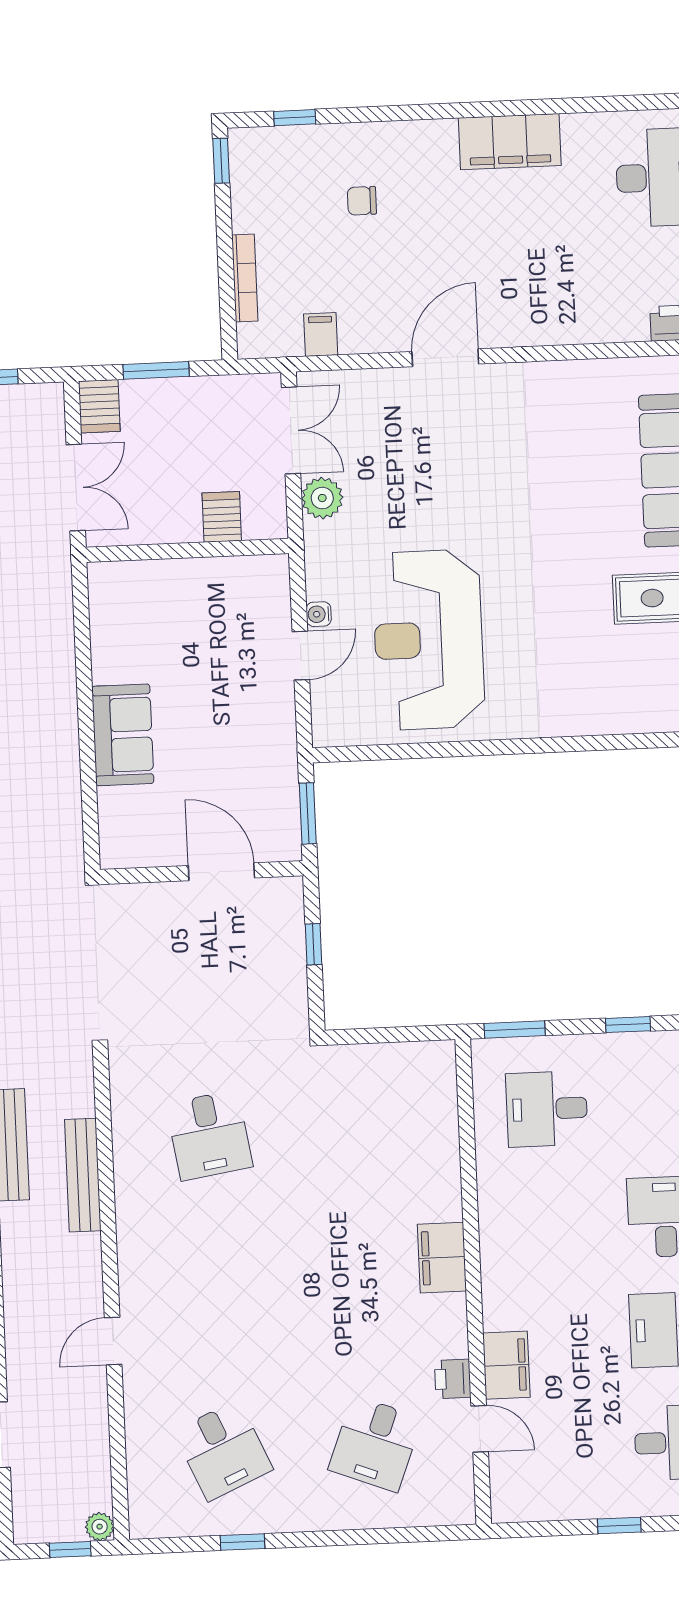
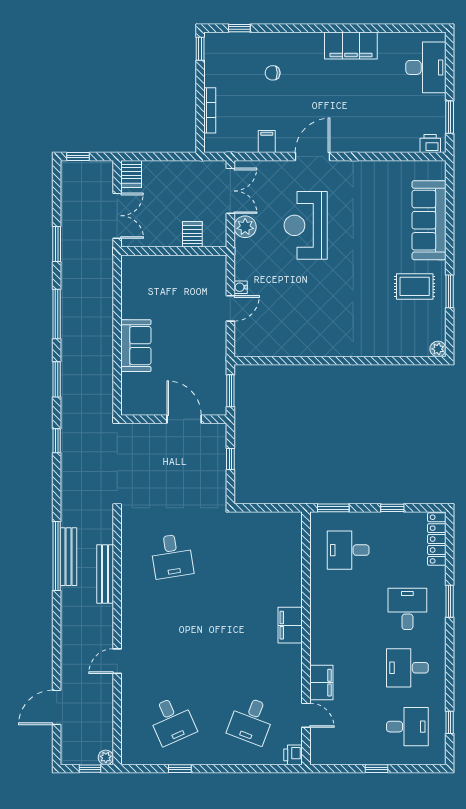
filing cabinet: (321, 334) -> (267, 142), moved
window: (156, 370) -> (162, 157), removed
reception desk: (428, 640) -> (306, 225), moved, width x0.74, depth x0.77
printer: (453, 1379) -> (293, 755), moved

